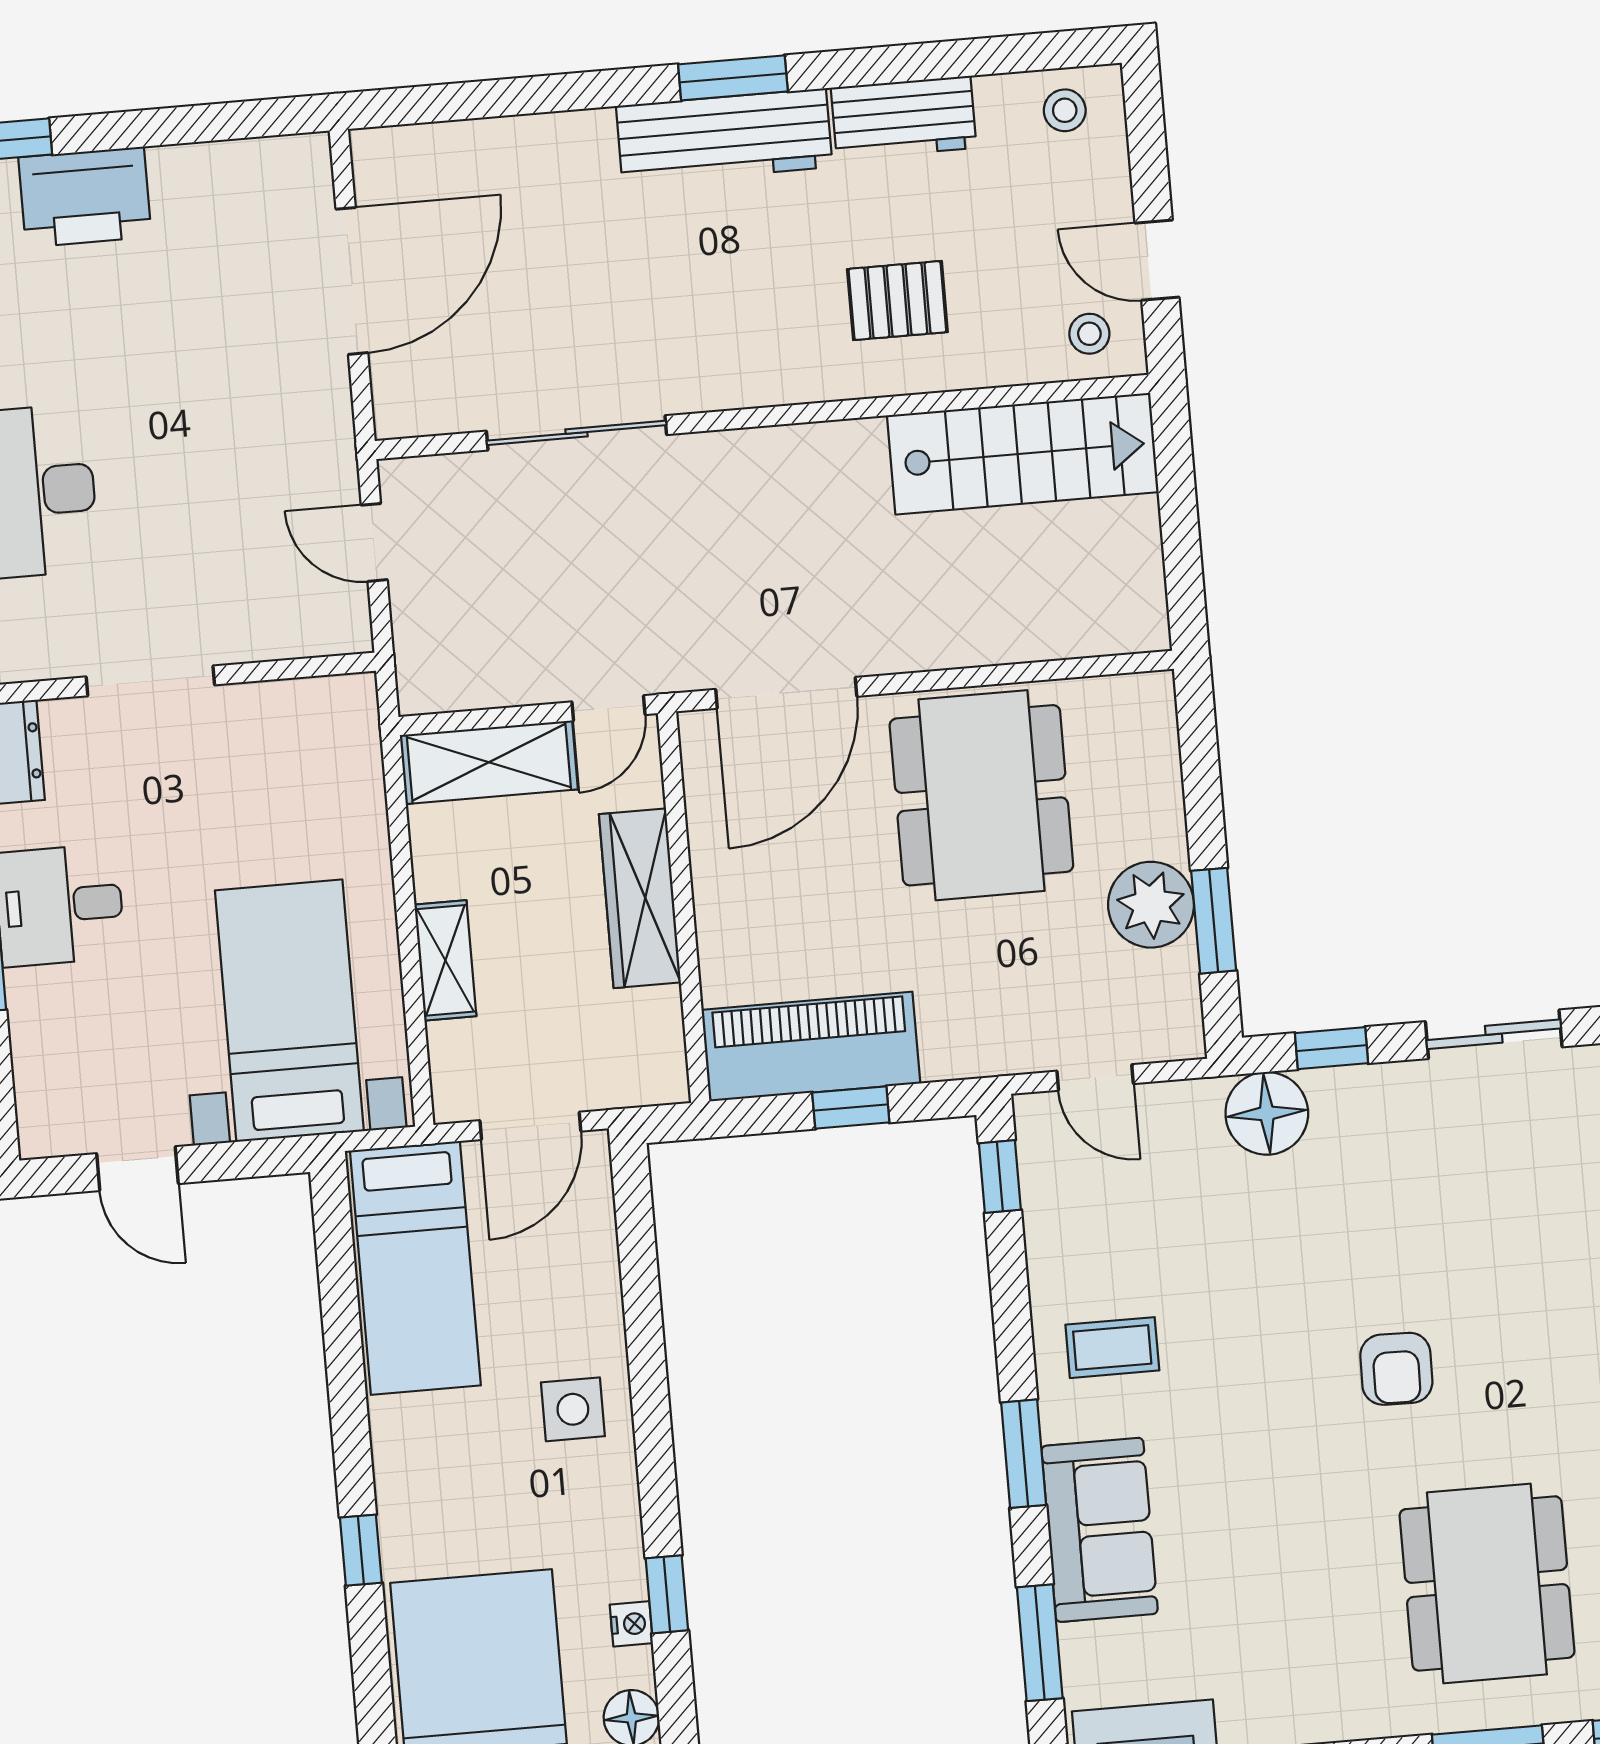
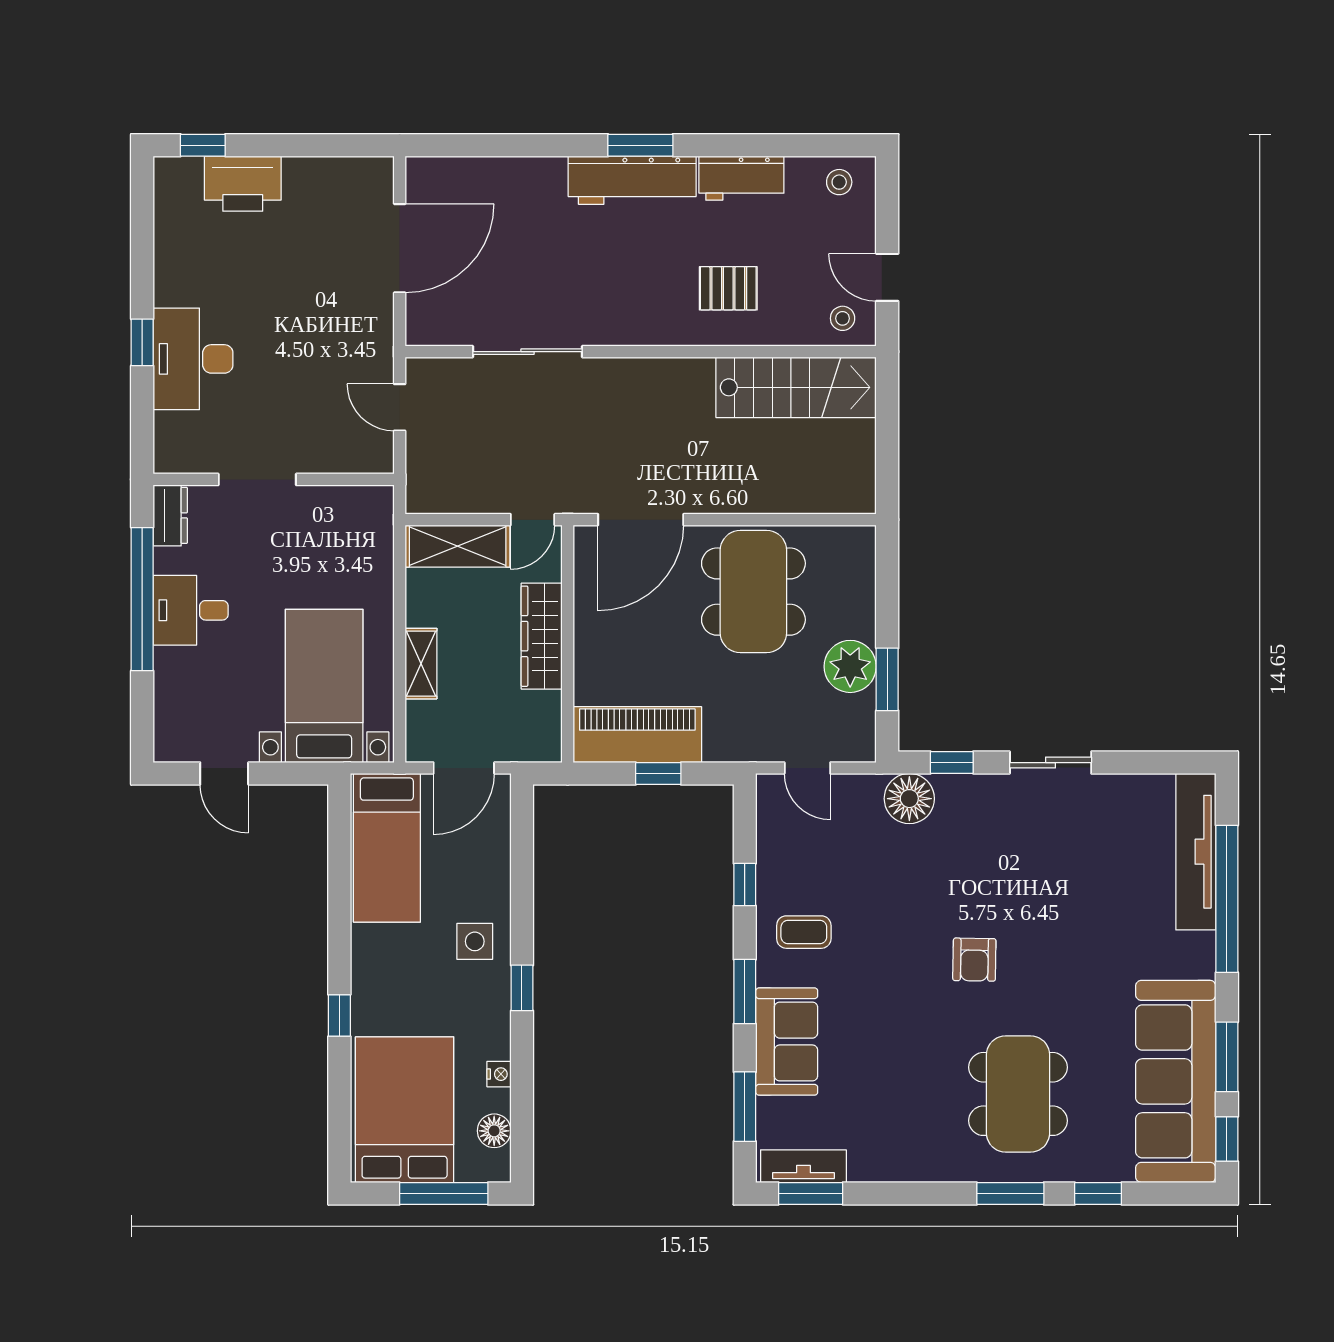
window: (1000, 1177) -> (745, 885), moved
window: (667, 1594) -> (522, 988), moved

